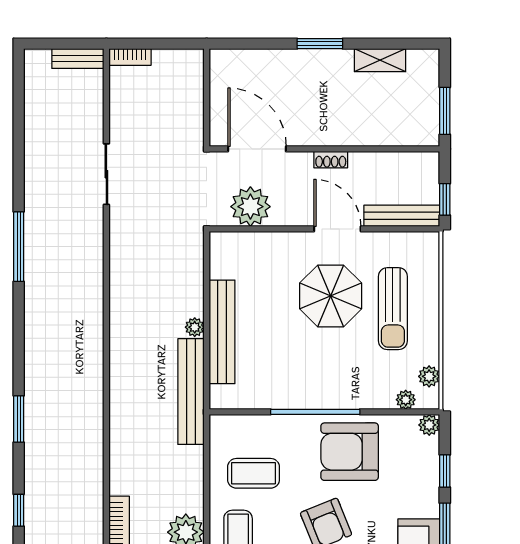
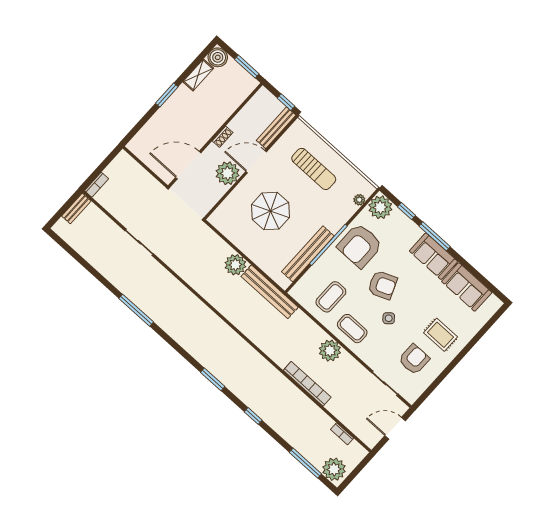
boiler: (424, 65) -> (218, 57), added
plant: (250, 207) -> (228, 173), moved
parasol: (331, 296) -> (270, 211), moved
plant: (195, 327) -> (235, 265), width x1.87, depth x1.87
bench: (222, 332) -> (308, 254), moved, turned 90
plant: (429, 376) -> (358, 180), removed
plant: (429, 425) -> (380, 207), width x1.88, depth x1.88

